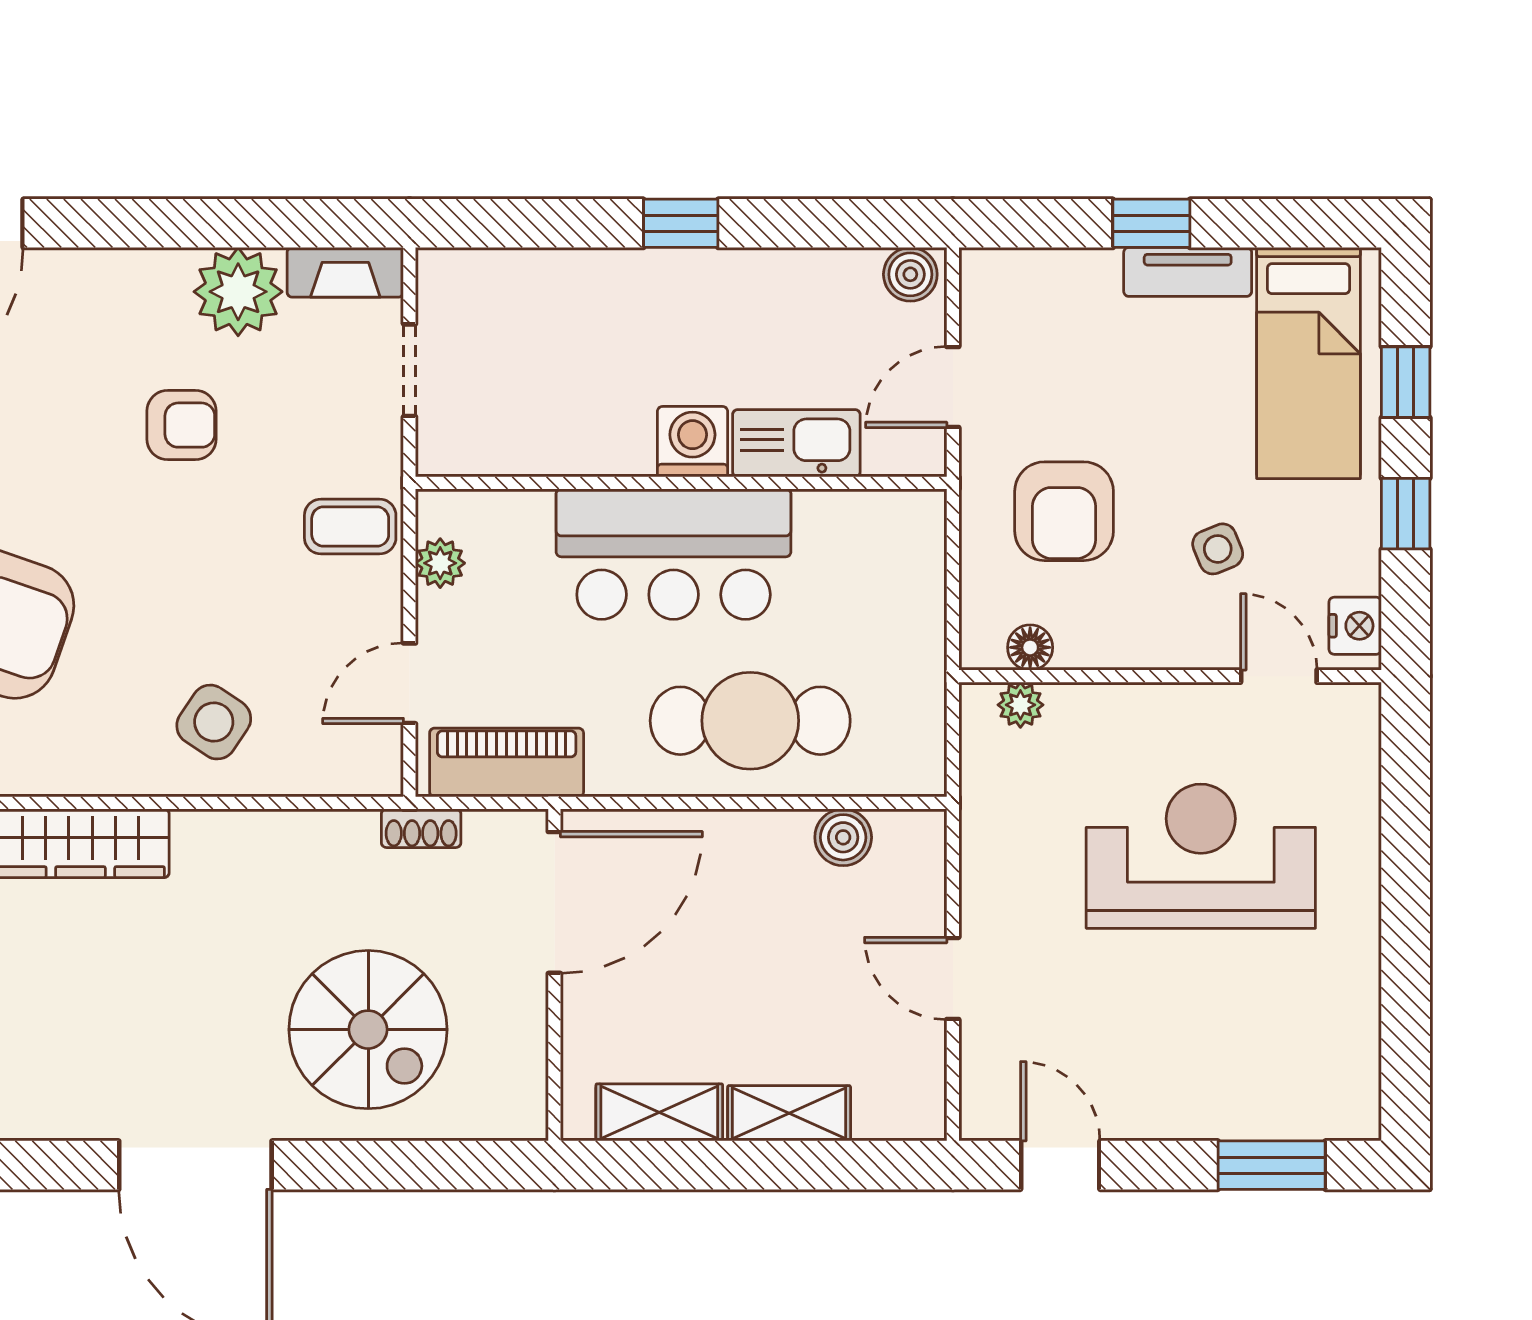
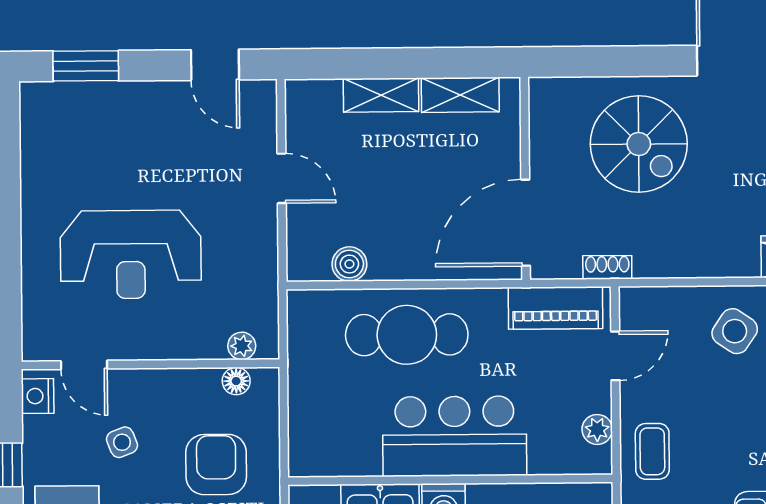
coffee table: (350, 527) -> (652, 451), turned 90
spiral stairs: (368, 1030) -> (639, 144), turned 180

